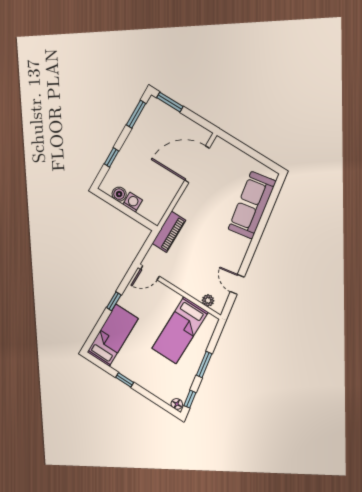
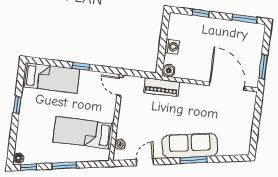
window: (170, 102) -> (263, 67), moved
boiler: (119, 194) -> (169, 71), moved
sofa: (252, 205) -> (190, 146), moved
window: (258, 234) -> (194, 160), added

